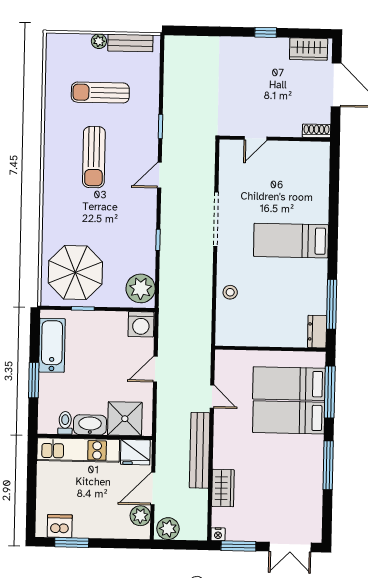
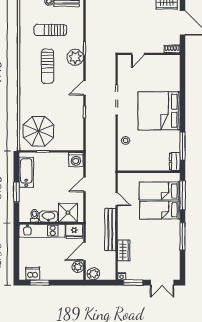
door: (159, 175) -> (84, 88), moved
bed: (291, 241) -> (159, 111), width x2.04
plant: (141, 288) -> (75, 57), moved

